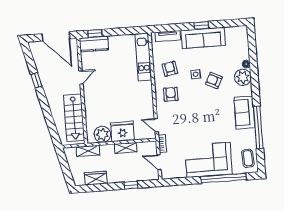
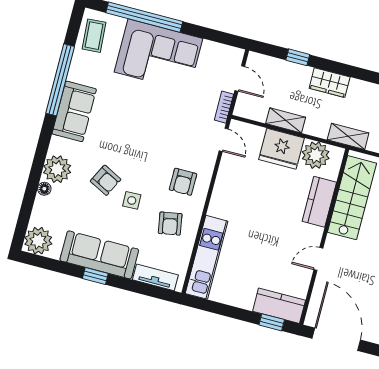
plant: (240, 34) -> (38, 241), added
kitchen counter: (91, 109) -> (319, 202), added
wardrobe: (96, 178) -> (330, 83), moved

